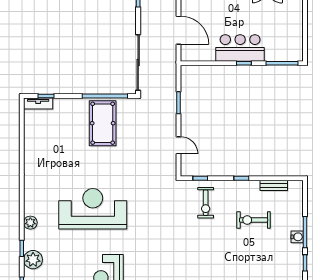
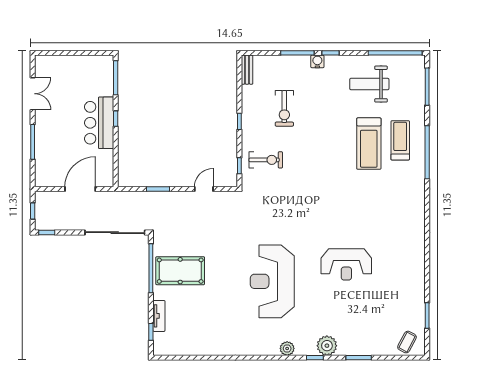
tv unit: (38, 103) -> (159, 316), moved
bench: (274, 185) -> (247, 70), moved
water cooler: (297, 237) -> (317, 61), moved

